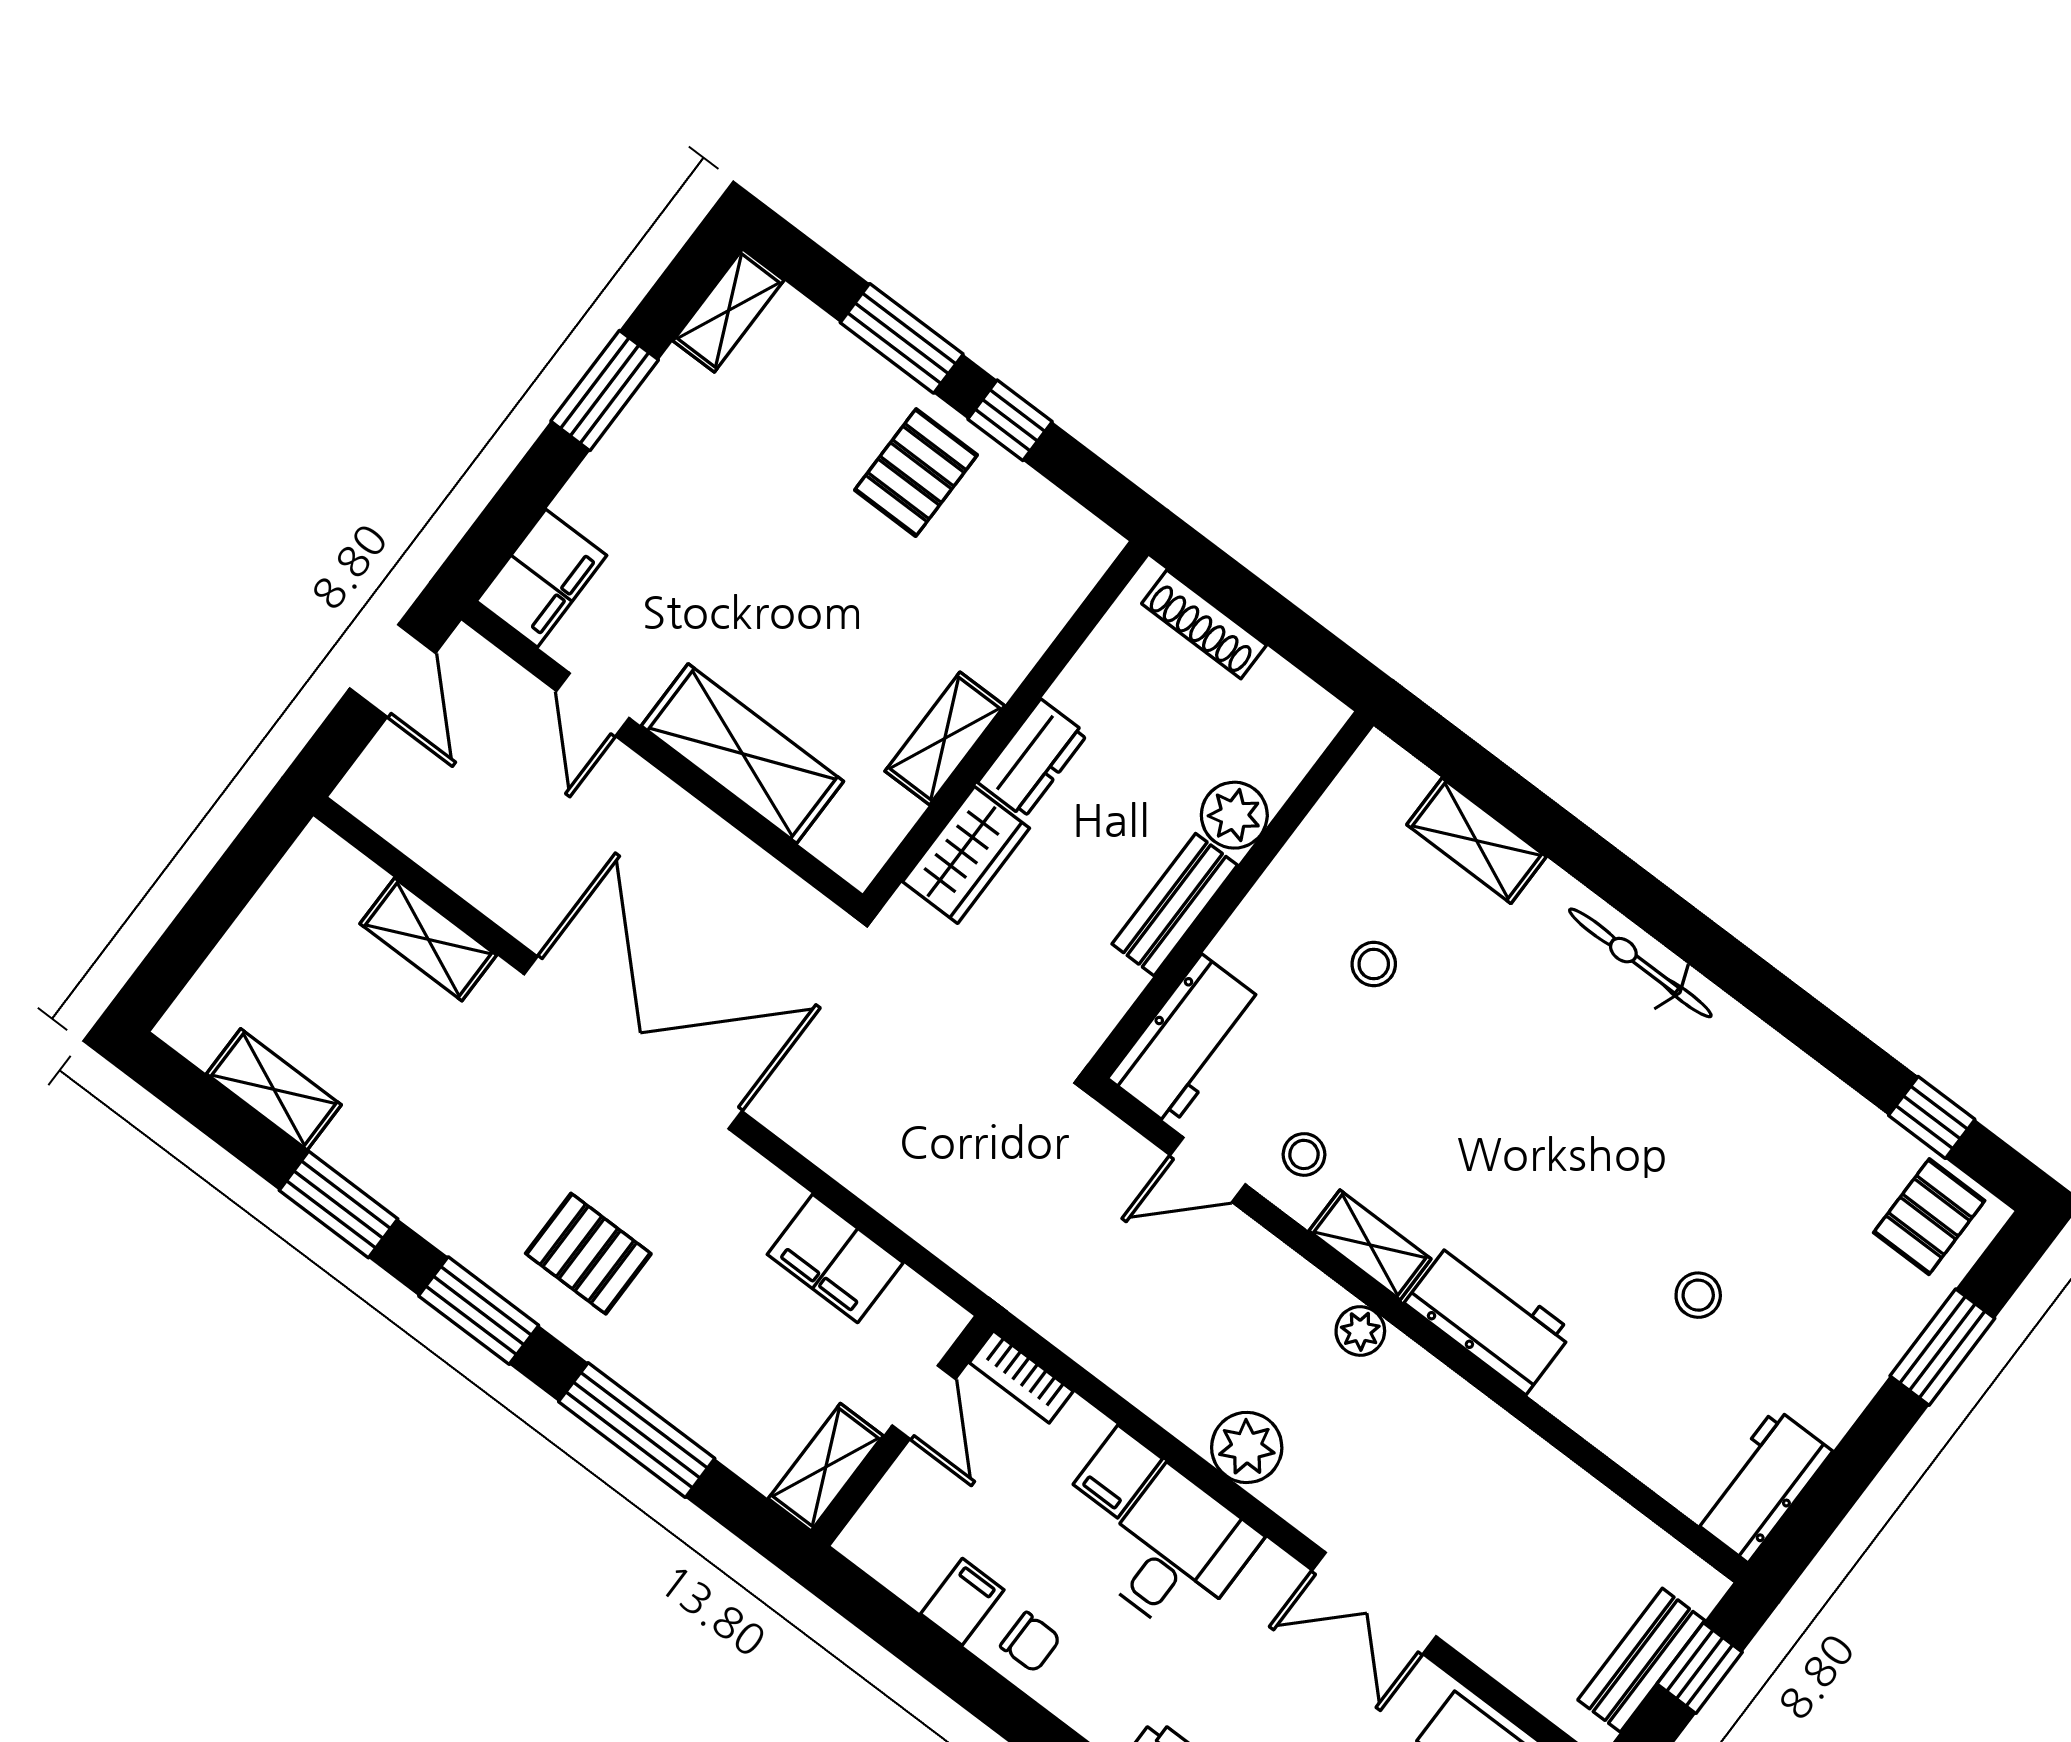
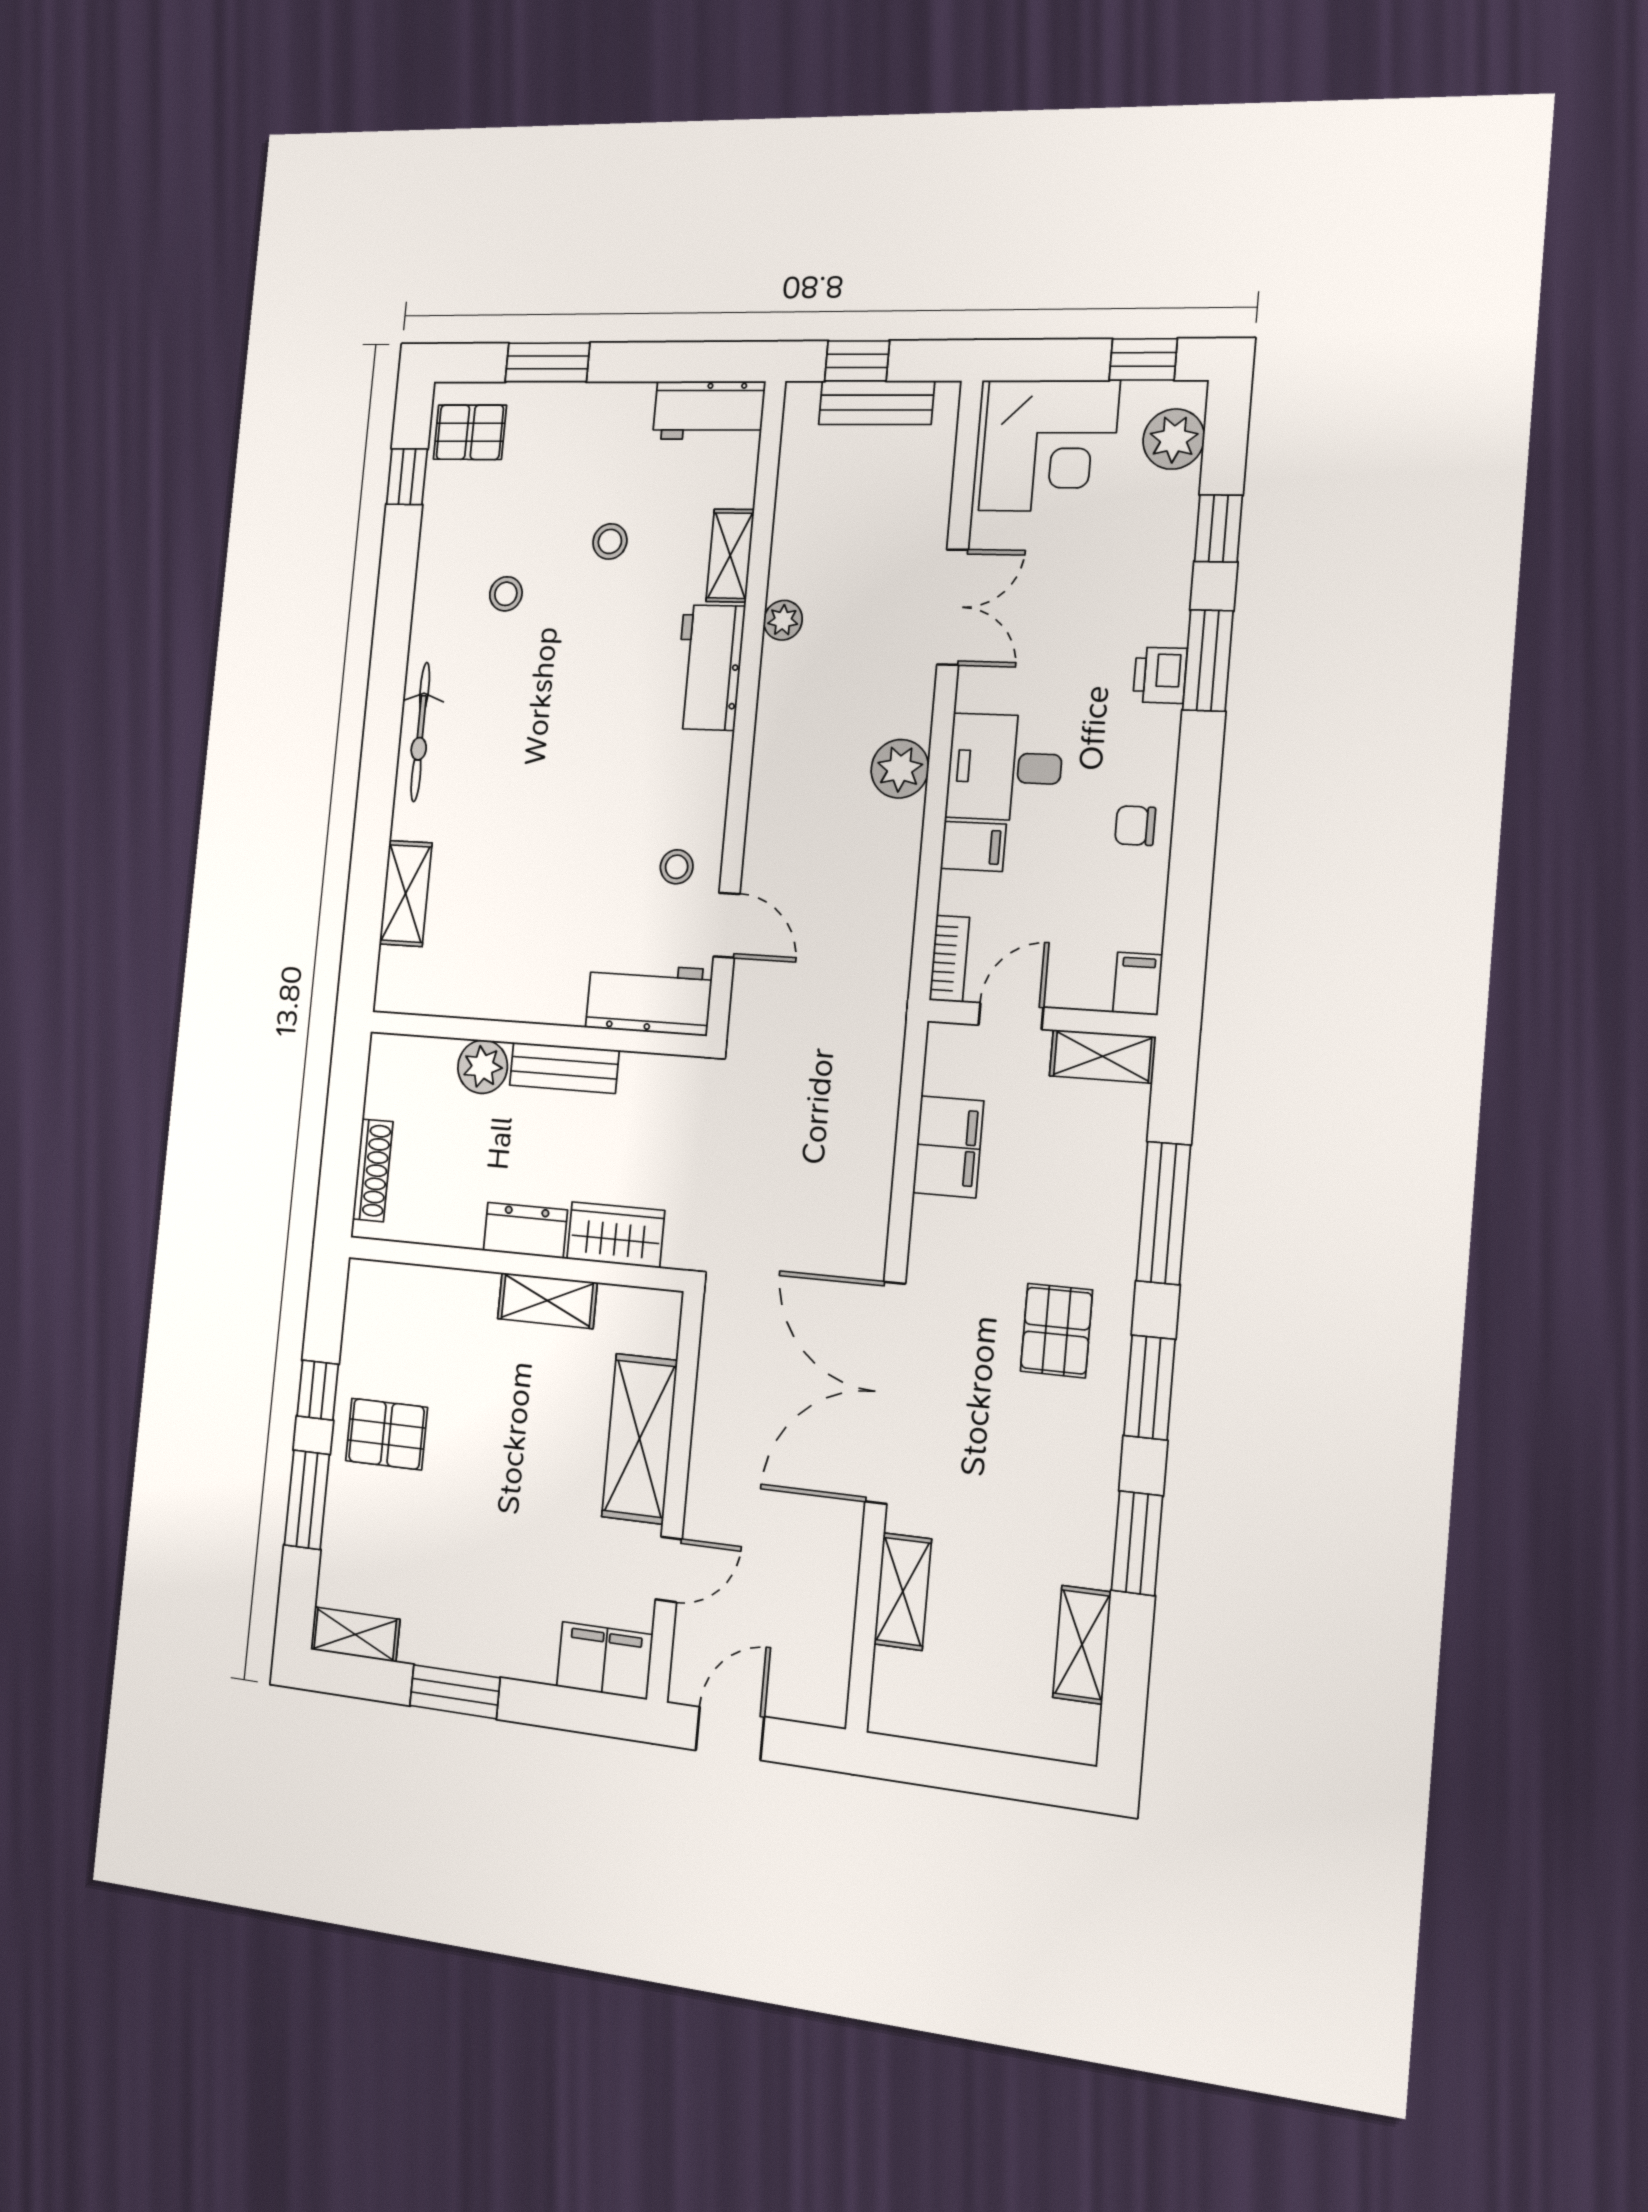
stool: (1374, 964) -> (506, 594), moved
shelving: (1370, 1245) -> (730, 556), moved
plant: (1360, 1331) -> (783, 620), moved
filing cabinet: (962, 1602) -> (1138, 984), moved, turned 90
chair: (1030, 1642) -> (1135, 826), turned -90

